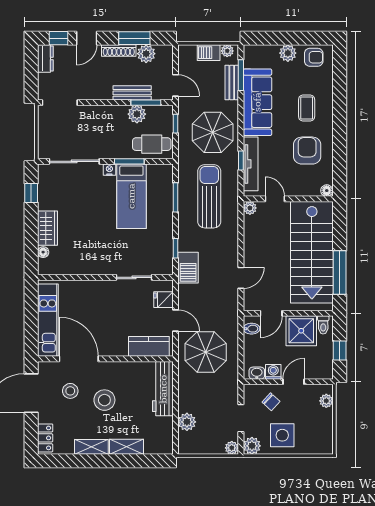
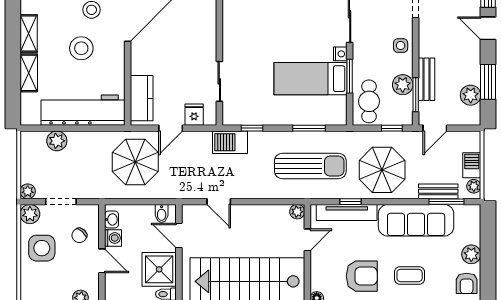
shoe rack: (119, 50) -> (474, 64), removed
side table: (102, 116) -> (401, 46), added
workbench: (163, 389) -> (83, 110), width x1.36, depth x1.32

